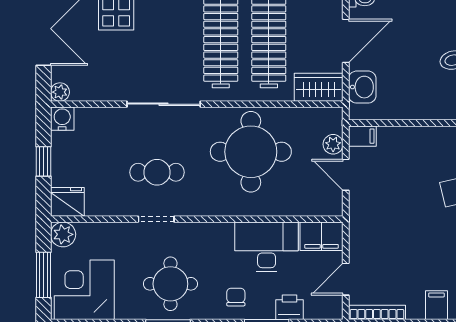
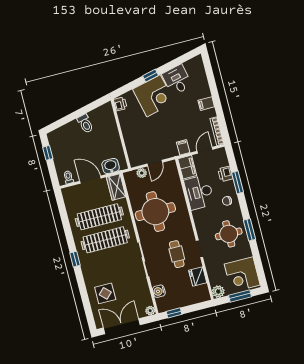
water cooler: (62, 119) -> (159, 291), moved
filing cabinet: (362, 136) -> (183, 147), moved
window: (44, 161) -> (174, 313), moved
fridge: (67, 202) -> (198, 277), moved
door: (346, 279) -> (205, 150), swing flipped

